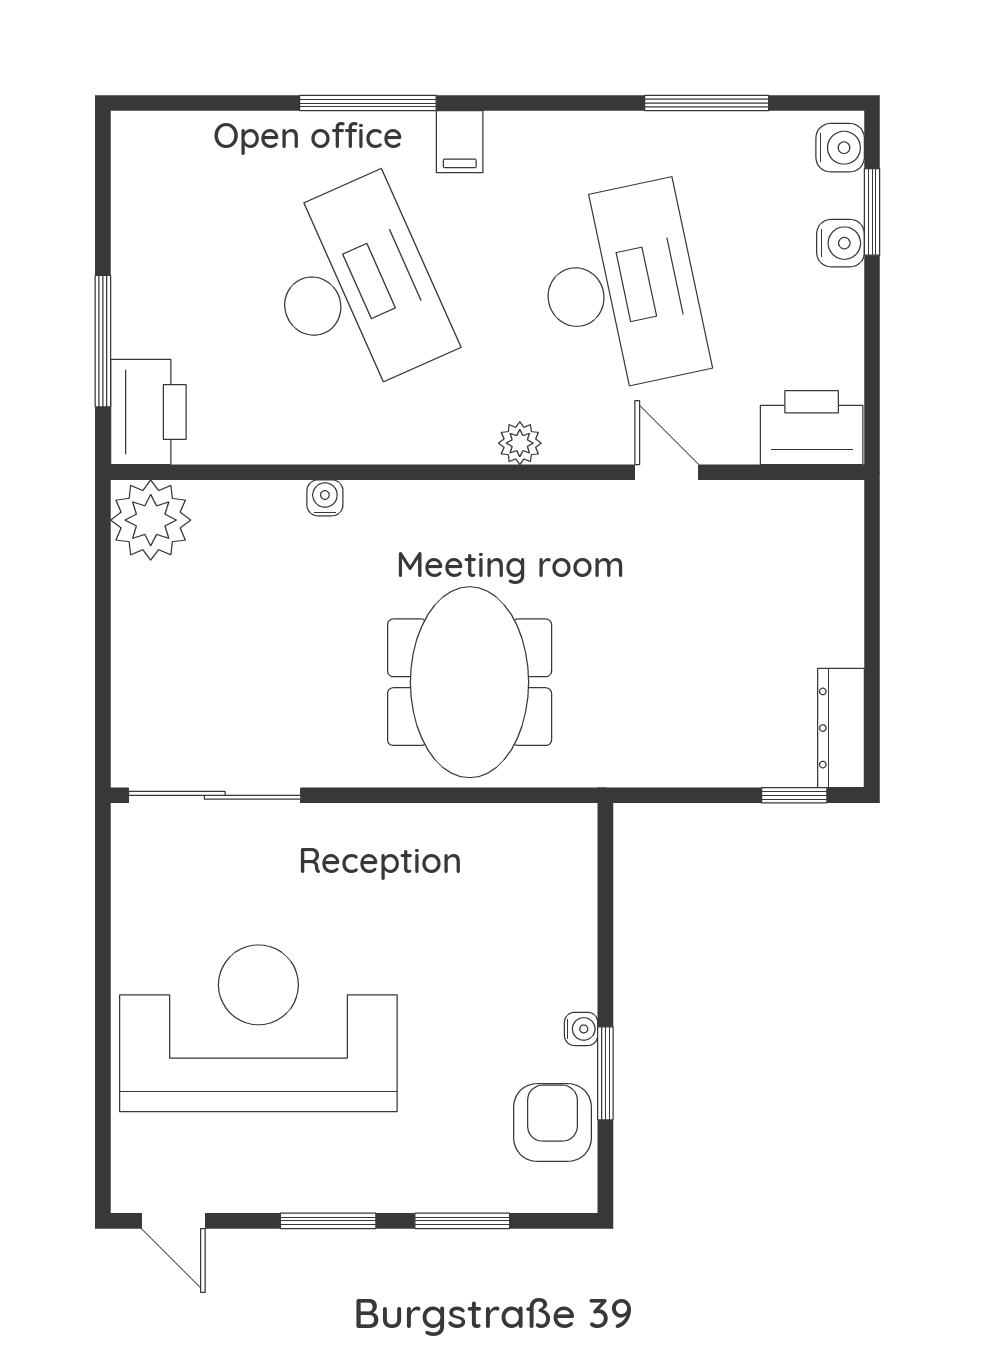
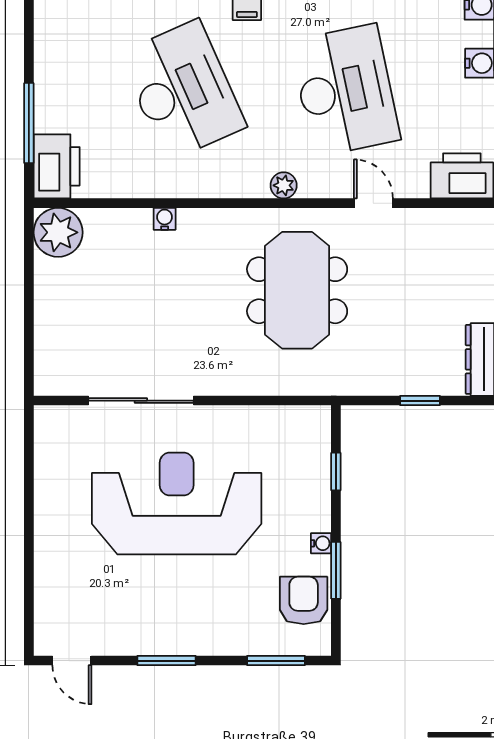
meeting table: (470, 682) -> (297, 290), moved
sliding door: (215, 795) -> (141, 401), moved
window: (794, 795) -> (420, 401), moved
window: (605, 912) -> (336, 472), added
reception desk: (258, 1028) -> (177, 504), moved
window: (462, 1221) -> (276, 661), moved

